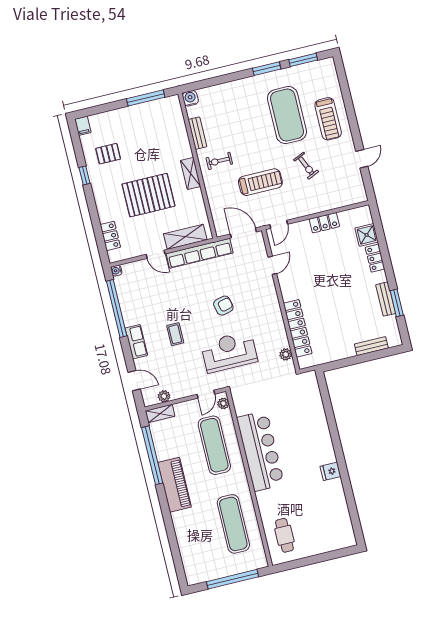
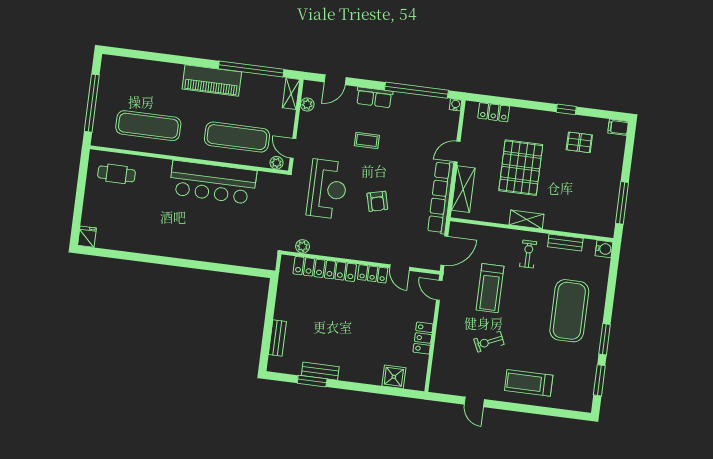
exercise mat: (287, 115) -> (569, 311), moved, turned 90
pallet: (108, 154) -> (579, 142), turned 90
locker: (375, 258) -> (373, 274), moved, turned 180
fridge: (330, 471) -> (87, 237), moved

